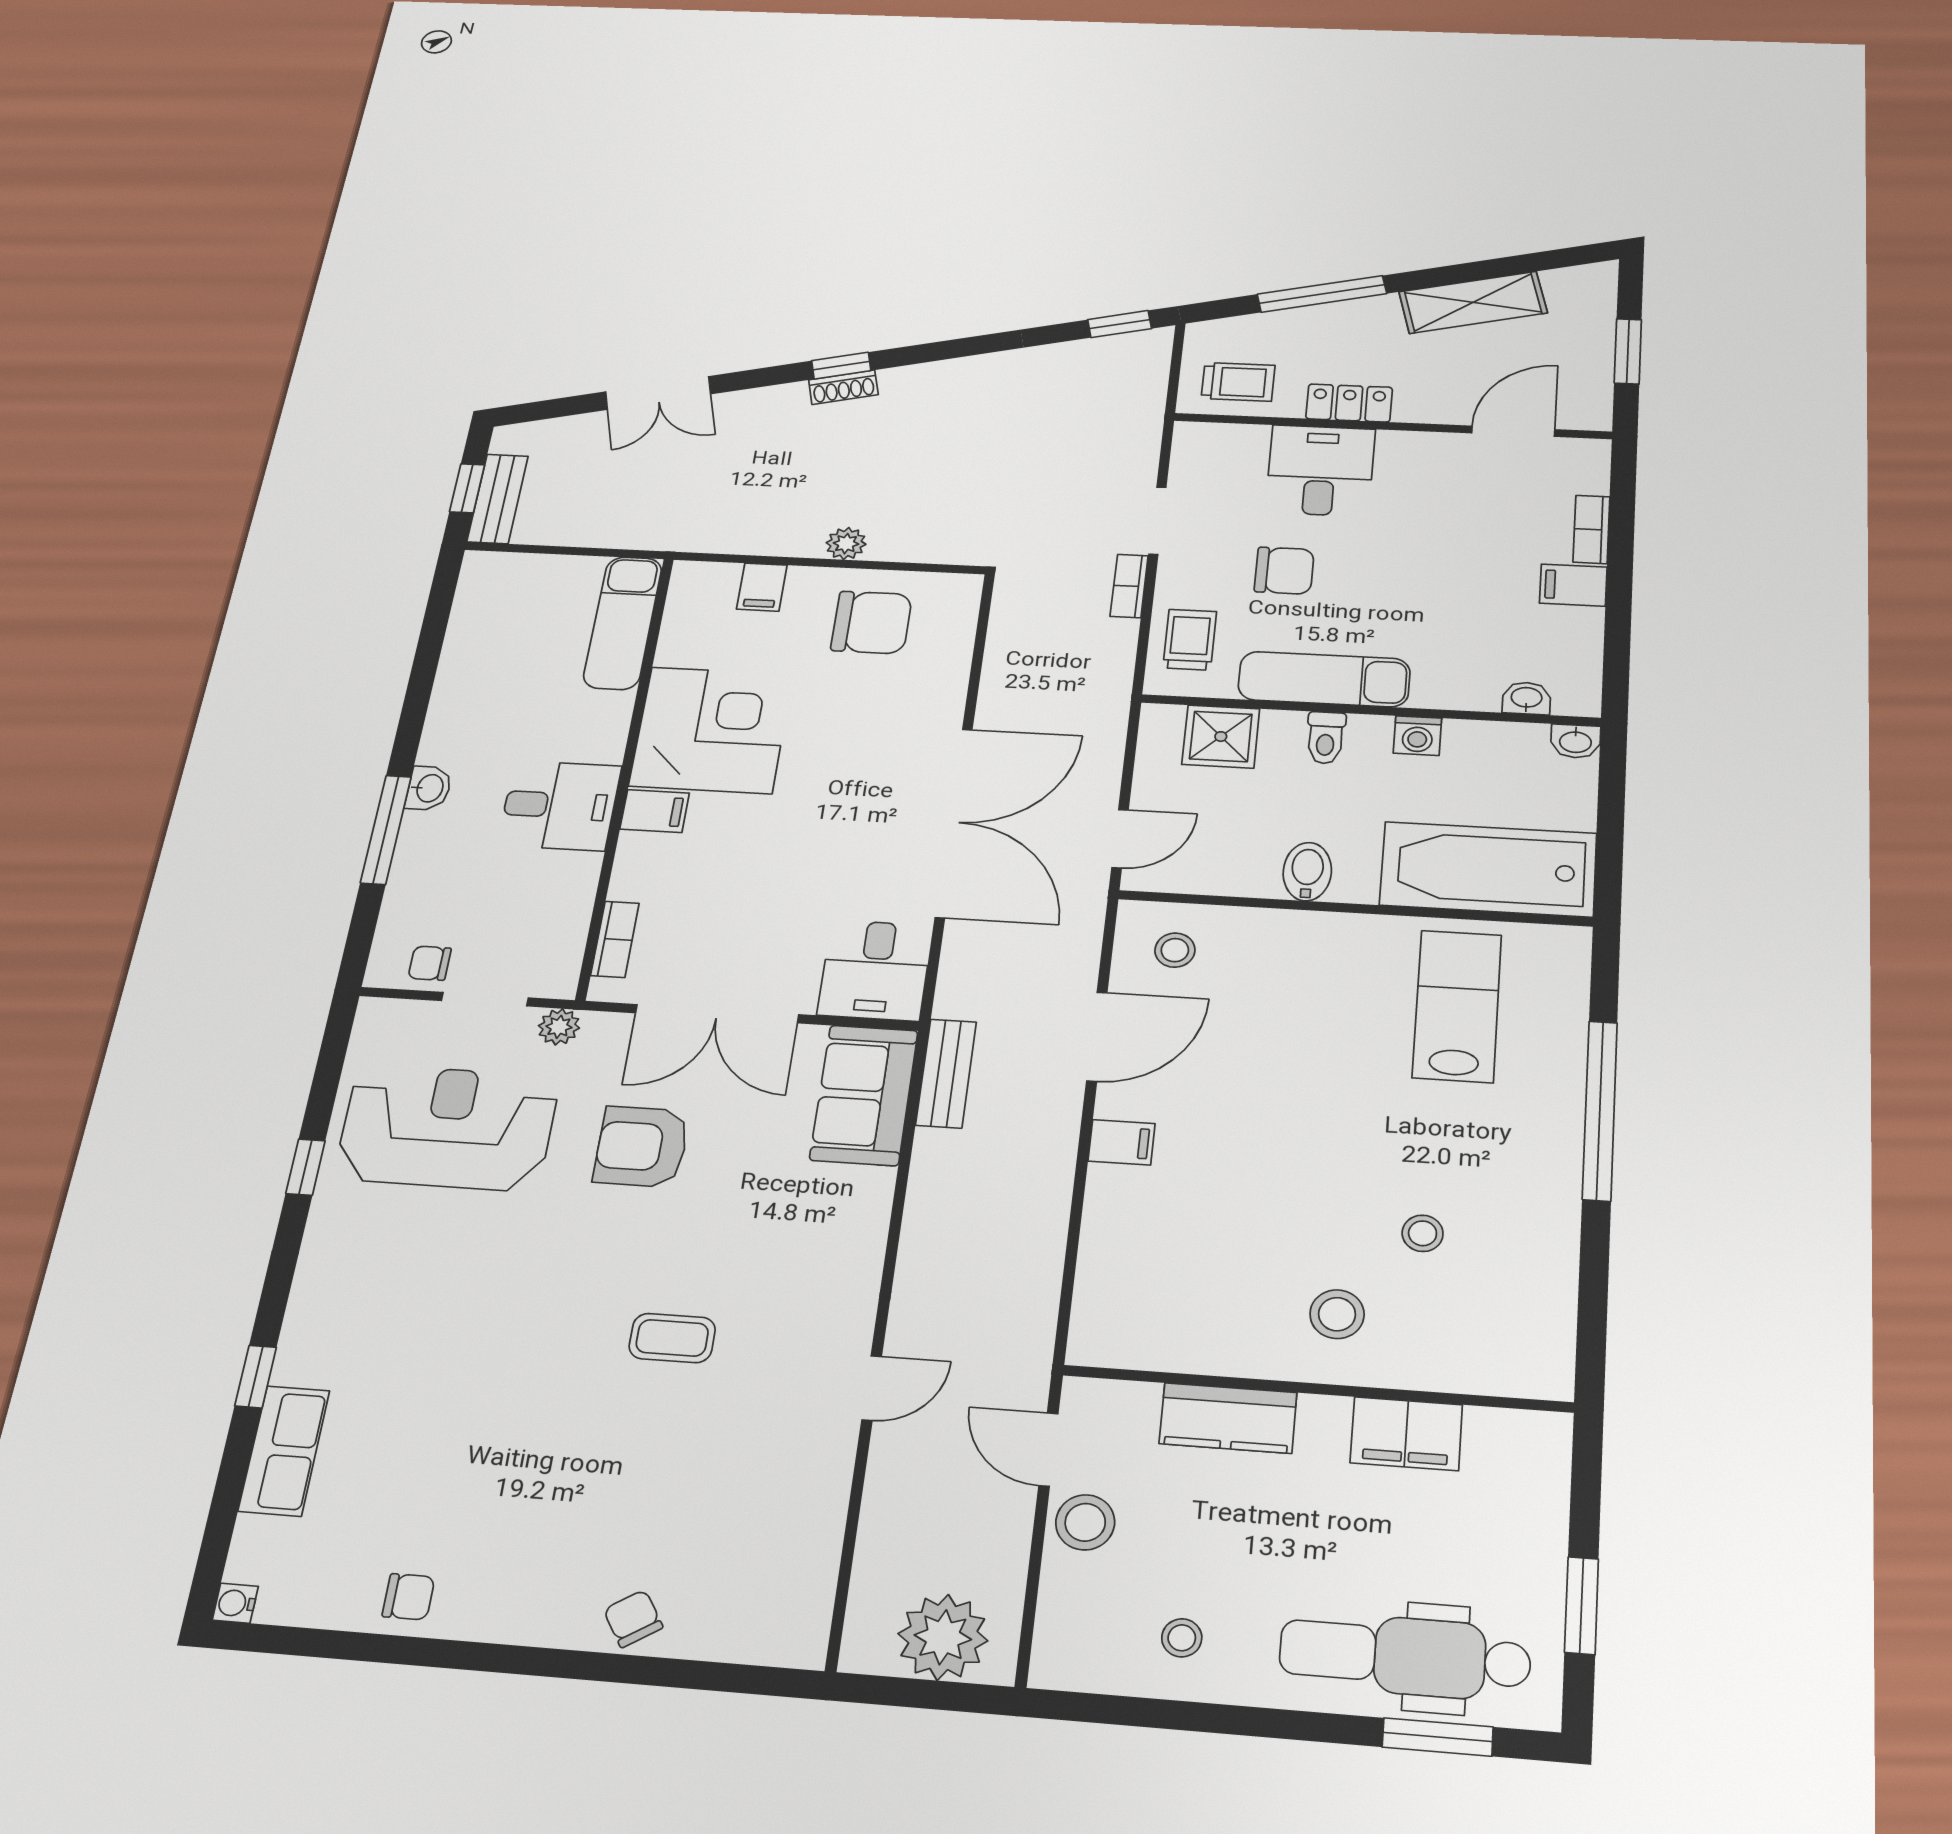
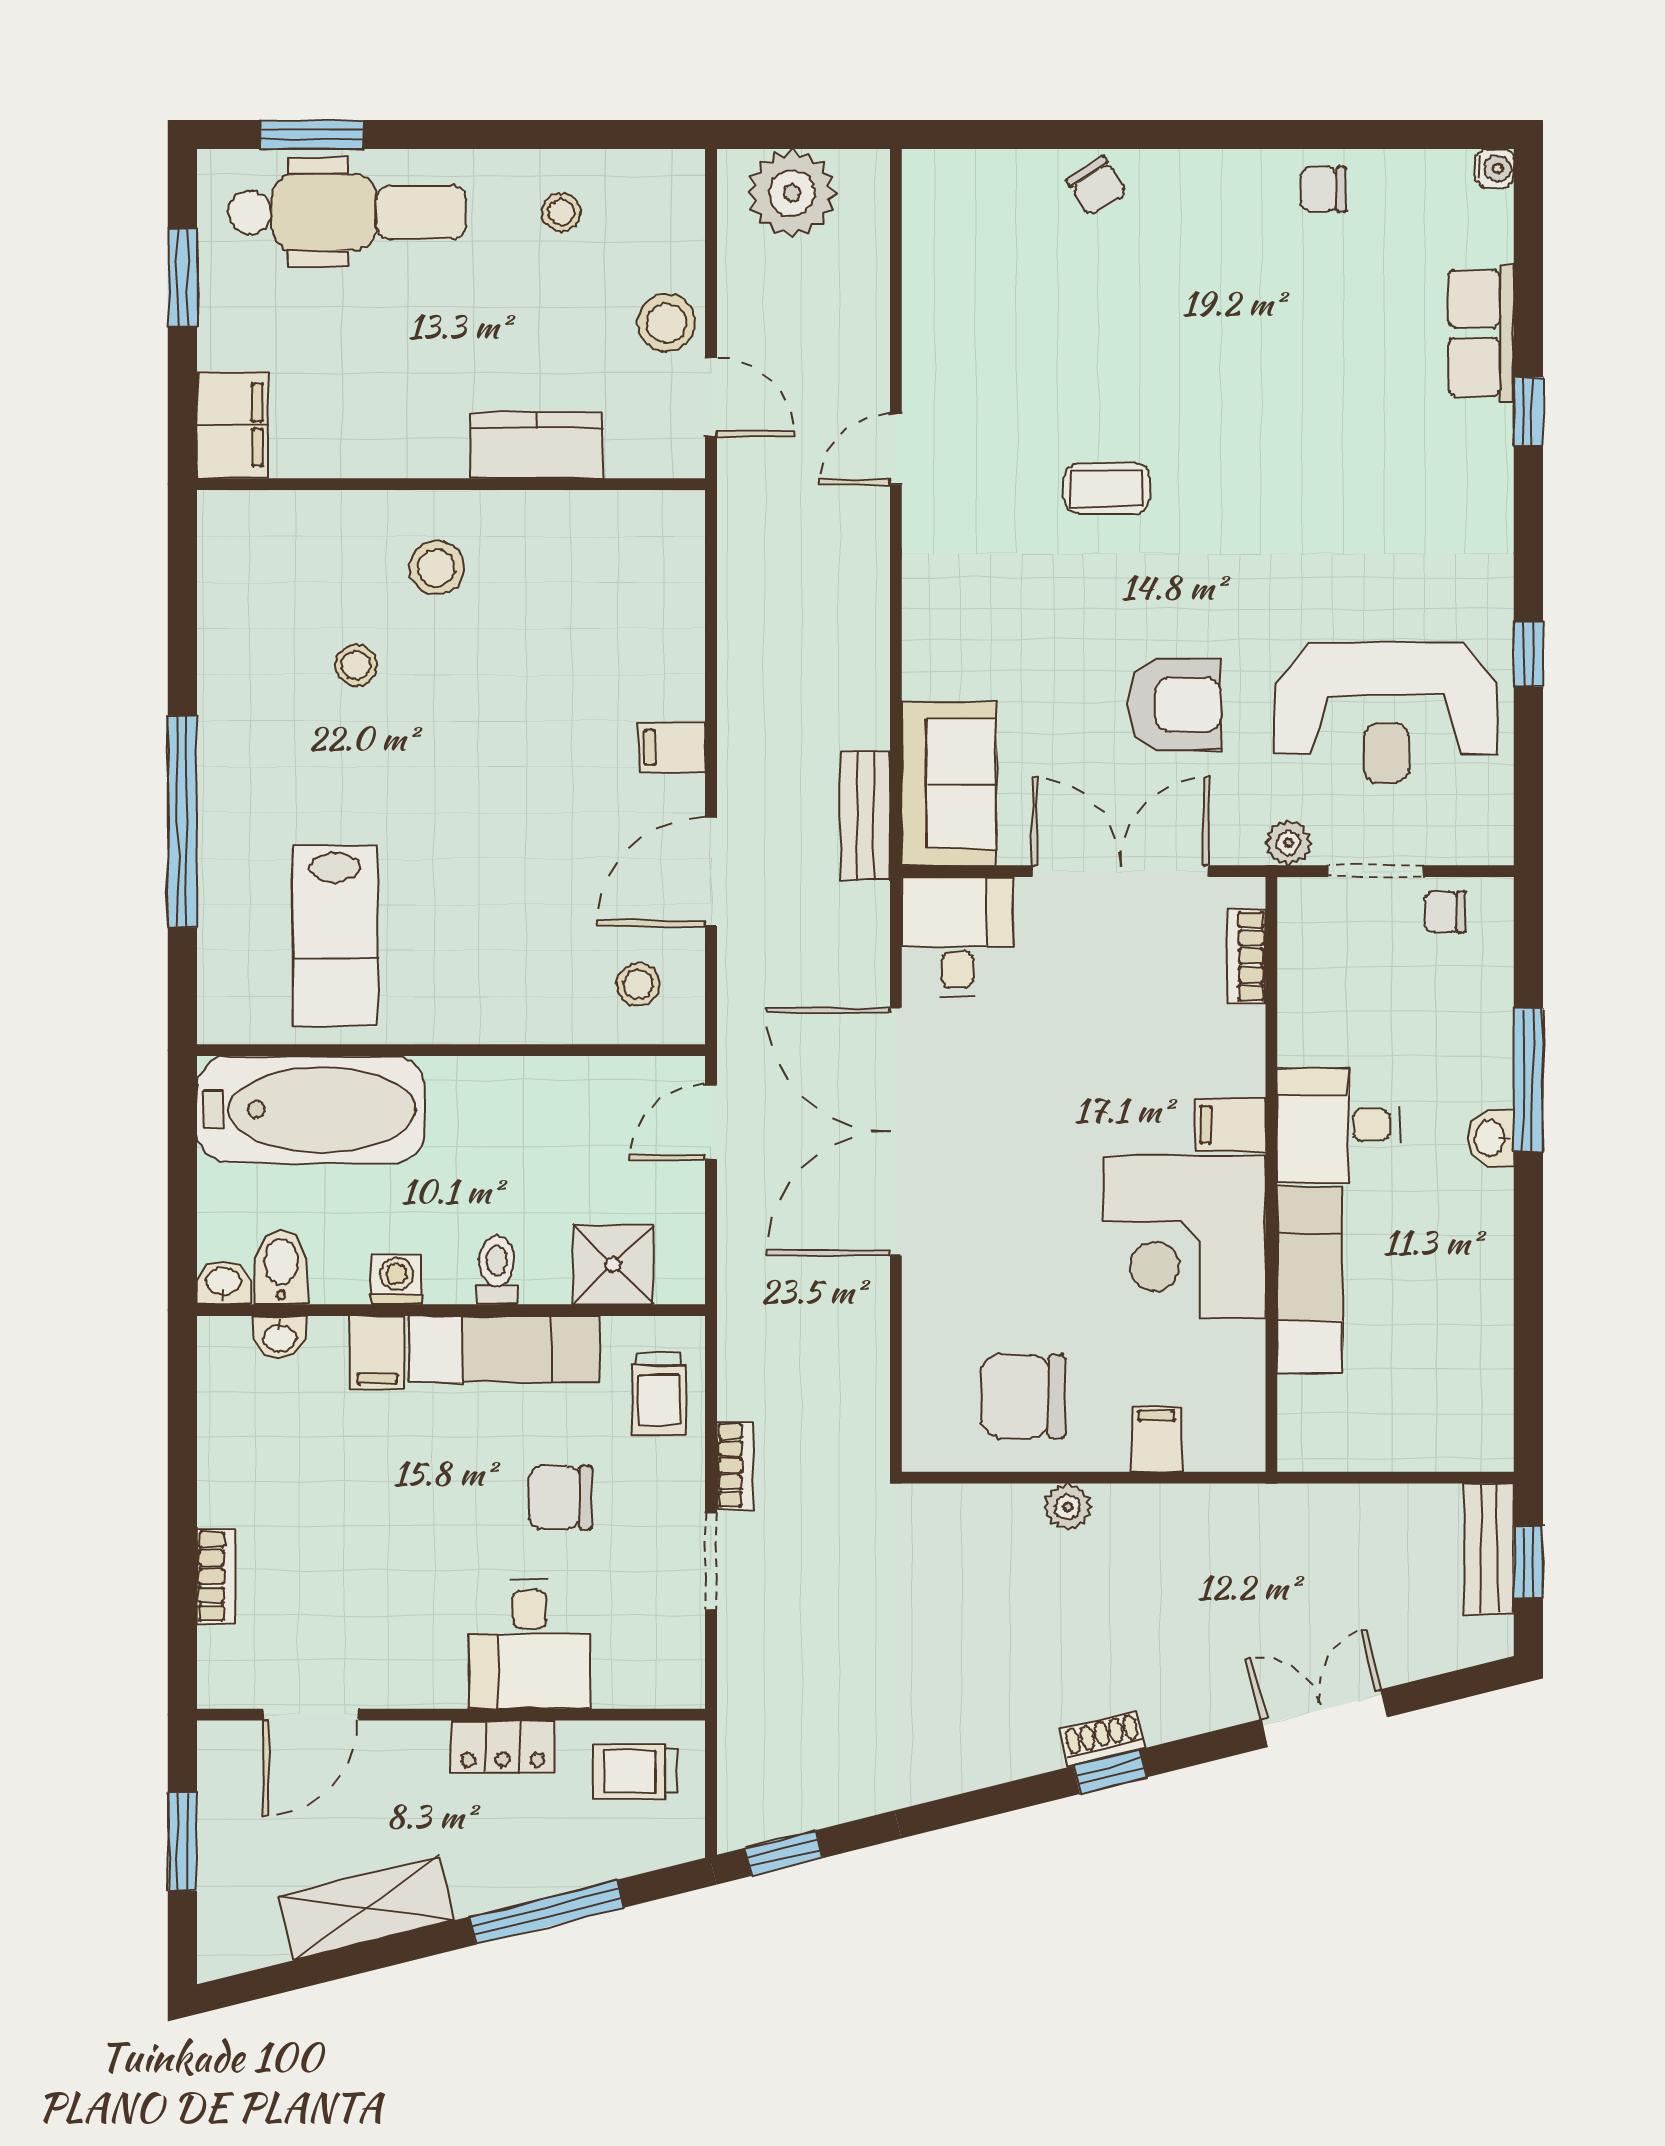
filing cabinet: (1573, 585) -> (377, 1353), moved, turned 90
exam couch: (623, 623) -> (1310, 1280), moved
bidet: (1307, 872) -> (281, 1267), moved, turned 180
chair: (430, 963) -> (1445, 912), turned 180
filing cabinet: (1406, 1434) -> (232, 425), moved, turned 90

